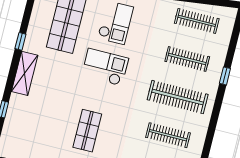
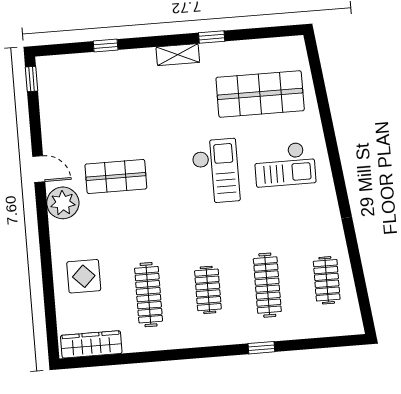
clothes rail: (197, 21) -> (327, 280), width x0.73
shelving: (25, 73) -> (178, 55), width x0.67, depth x0.75
clothes rail: (178, 97) -> (208, 290), width x0.54, depth x0.76

